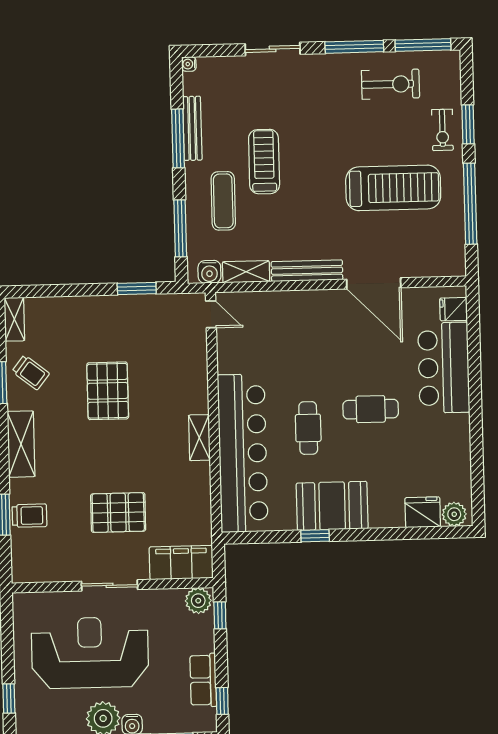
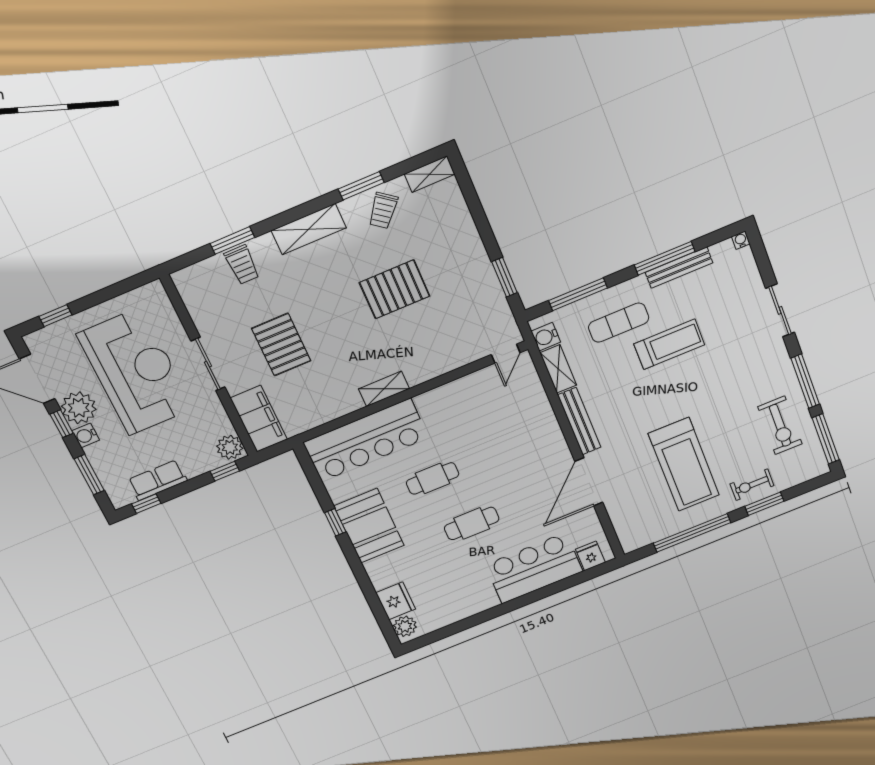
cafe table: (371, 409) -> (472, 523), turned 90
bar counter: (243, 453) -> (366, 440), width x0.73

